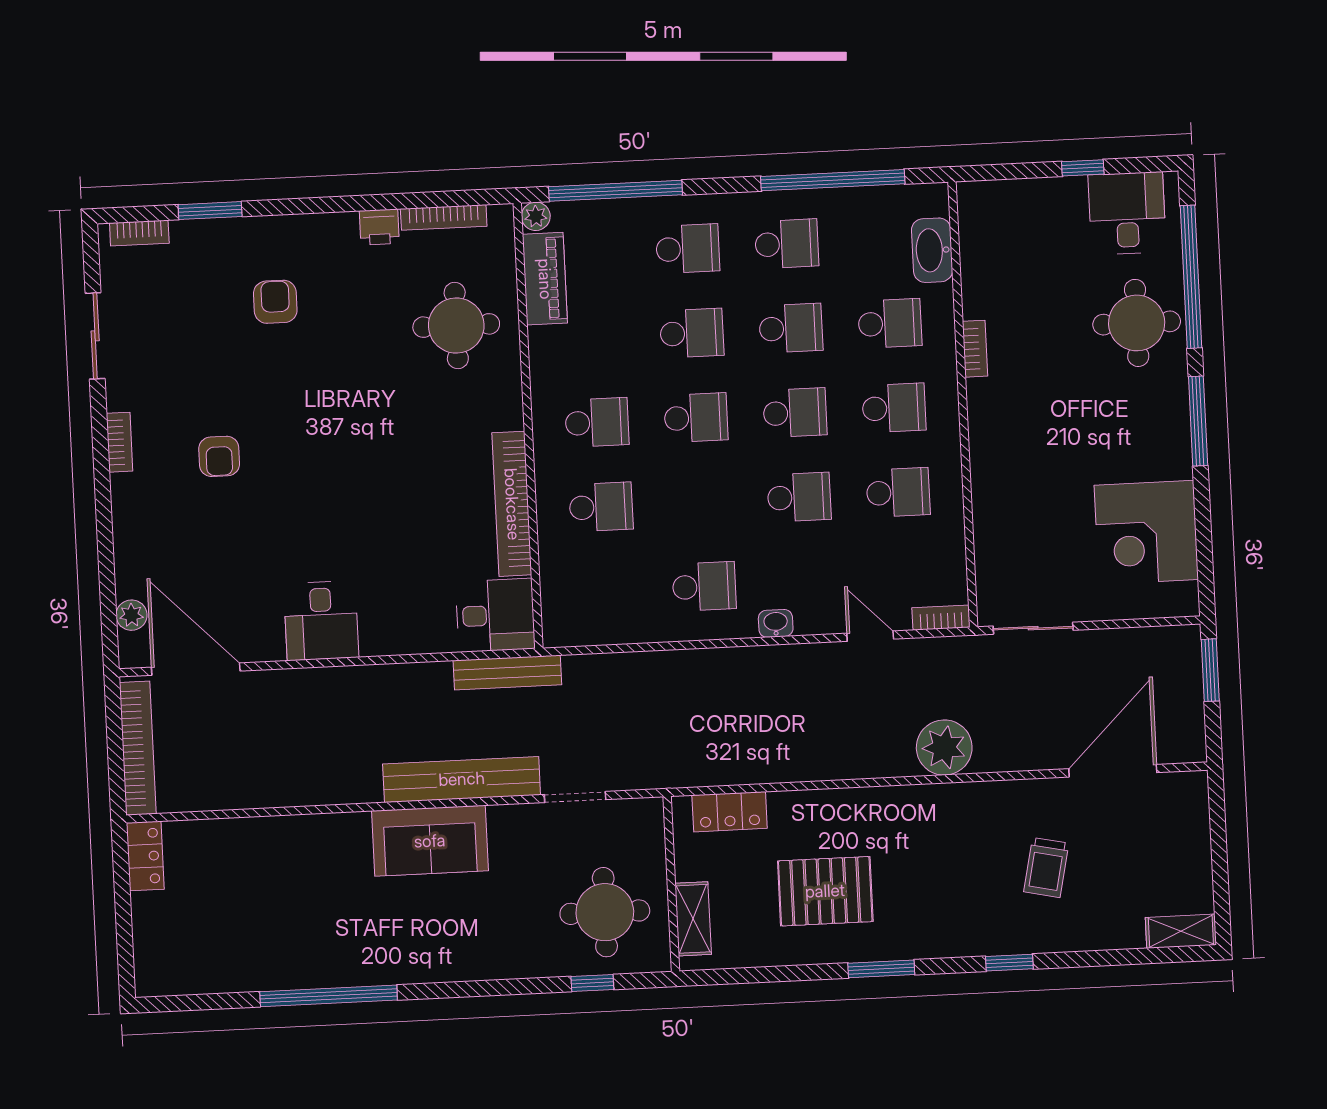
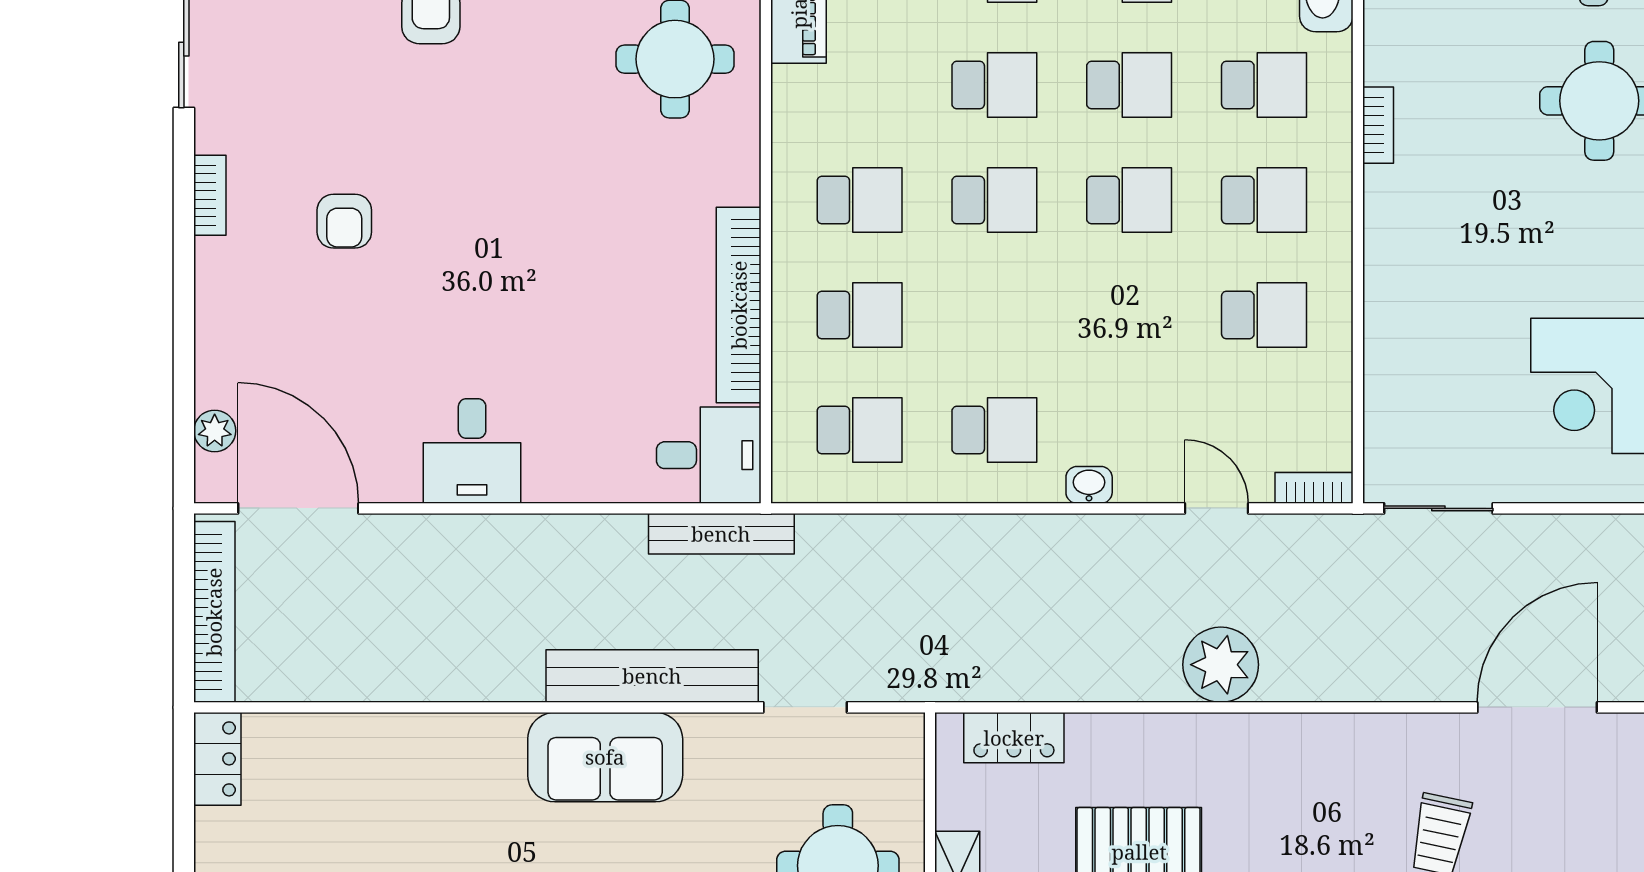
school desk: (799, 497) -> (860, 430), moved
plant: (944, 748) -> (1221, 665), moved

